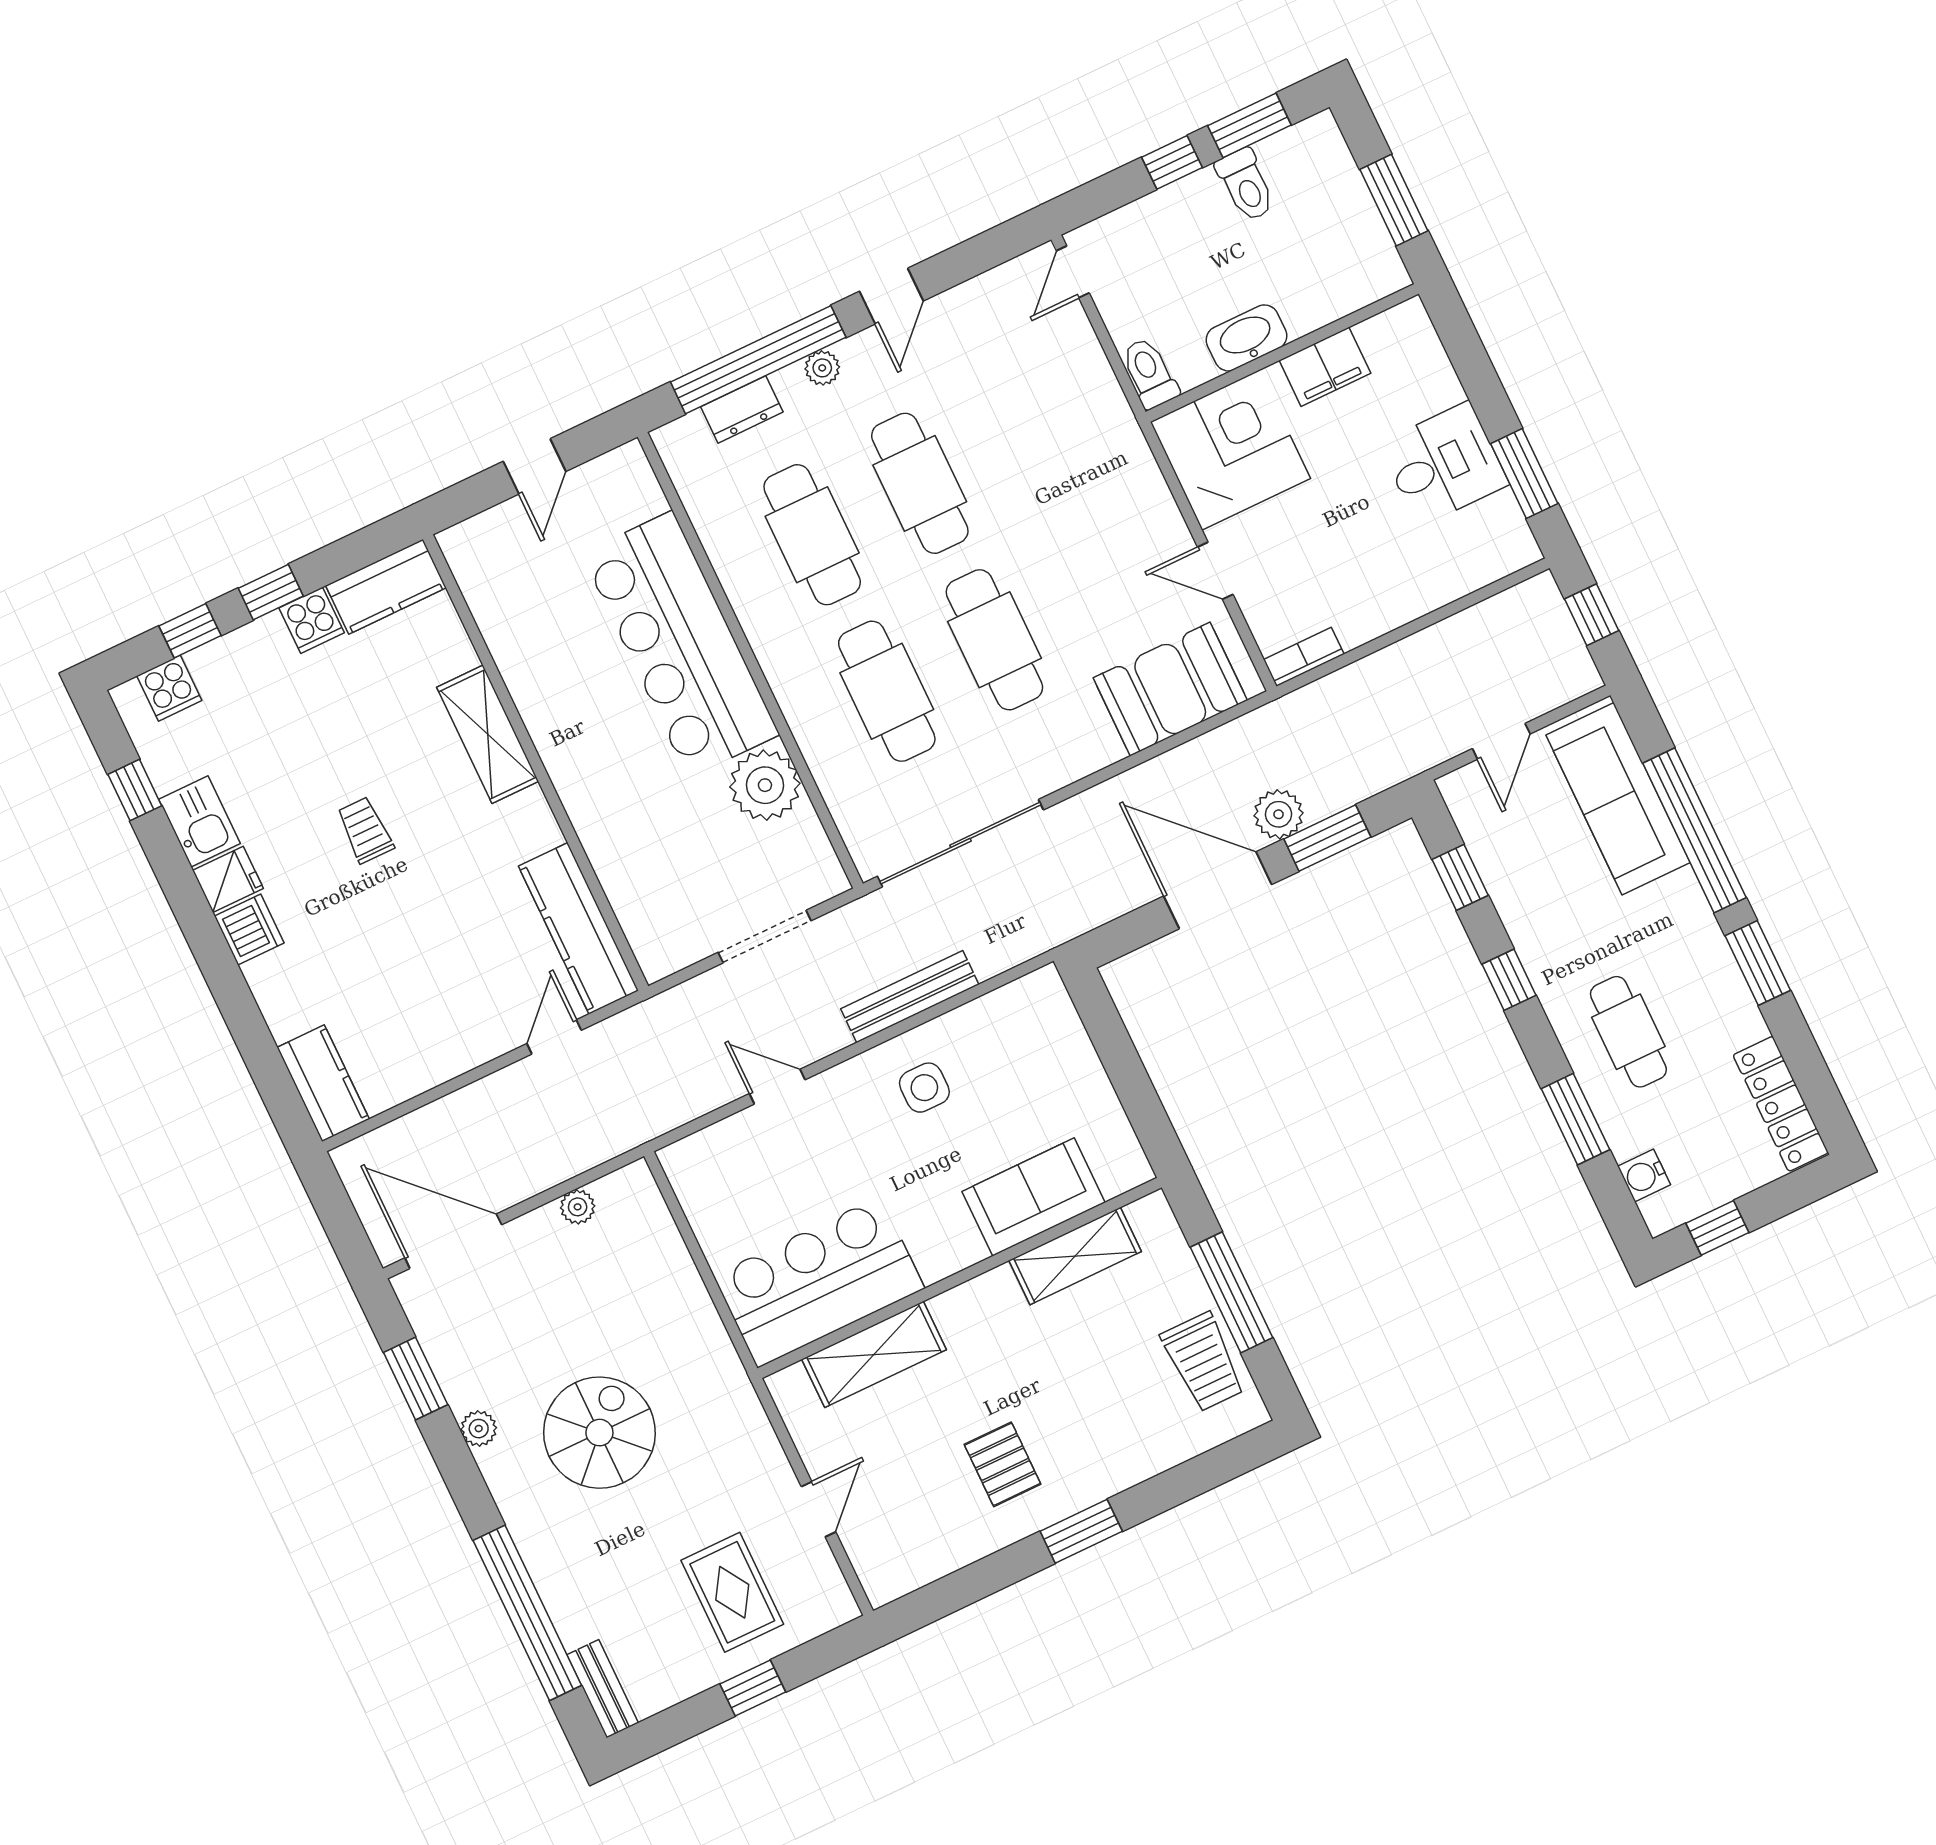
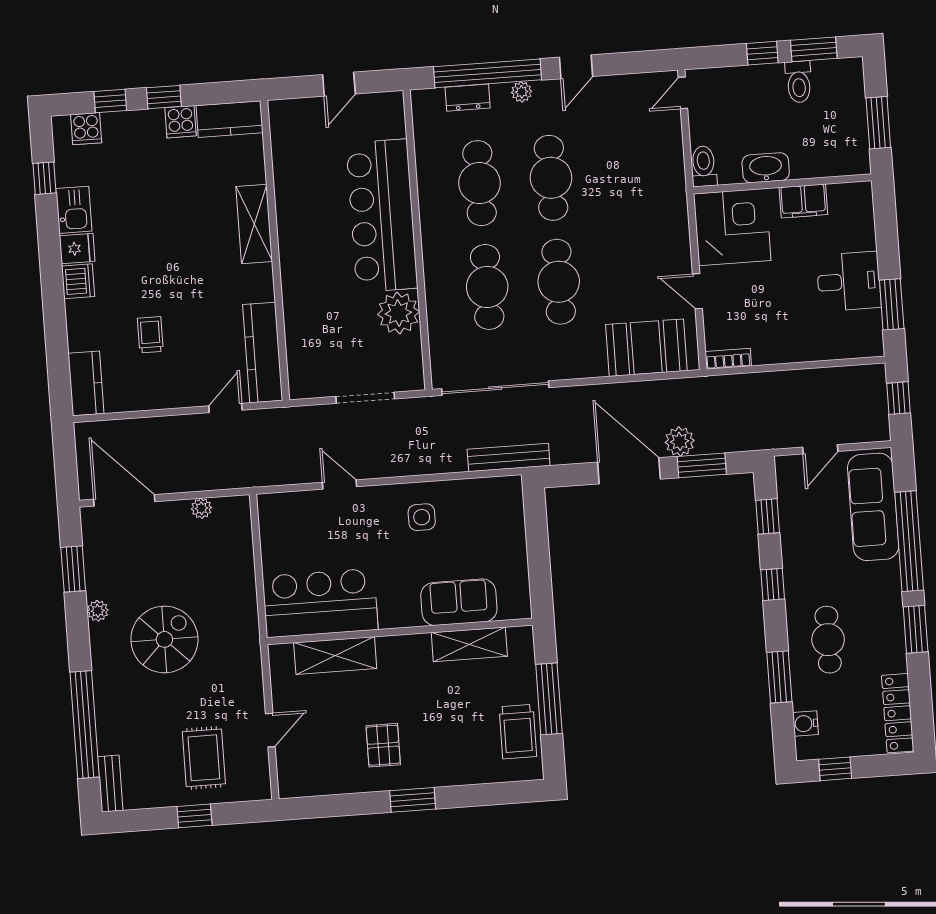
trolley: (365, 830) -> (150, 335), moved
bench: (910, 997) -> (509, 458), moved

